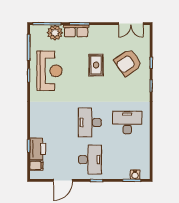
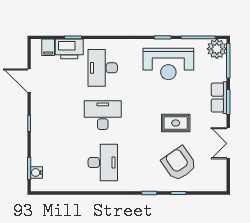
double door: (131, 24) -> (228, 143), moved
plant: (55, 33) -> (217, 49), moved
desk: (90, 160) -> (103, 68), moved, turned 90

